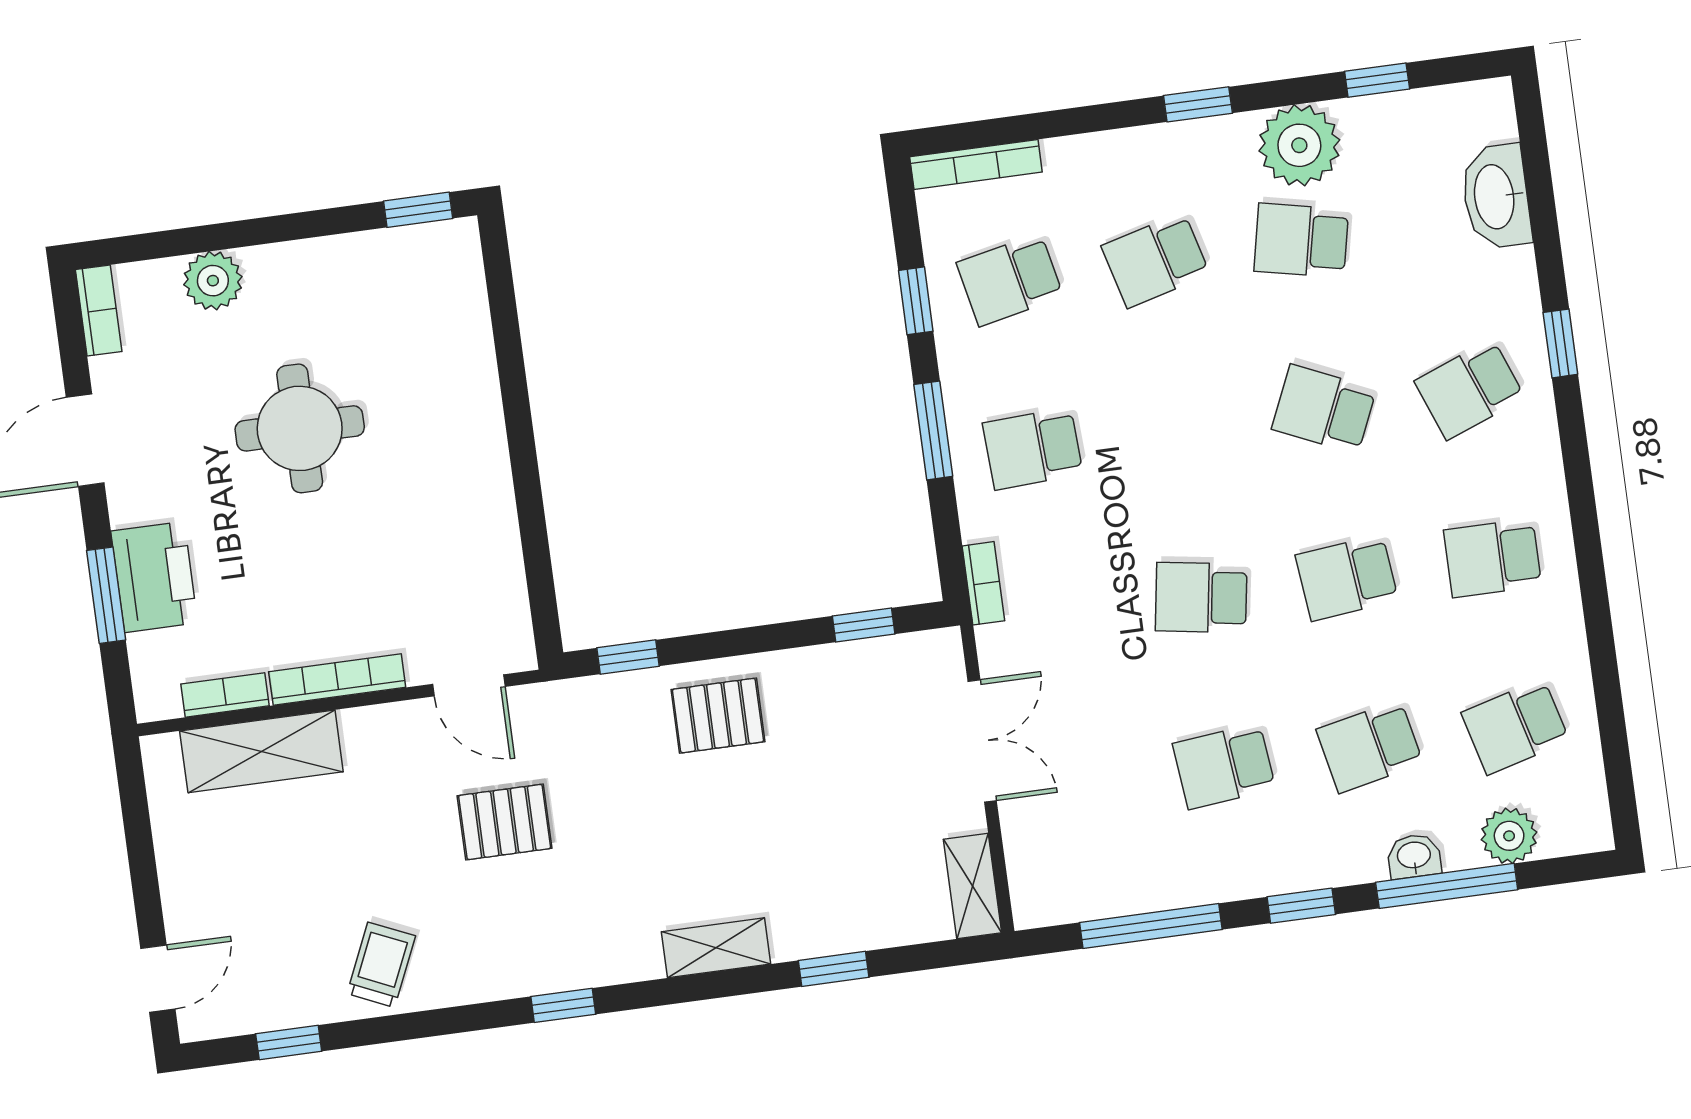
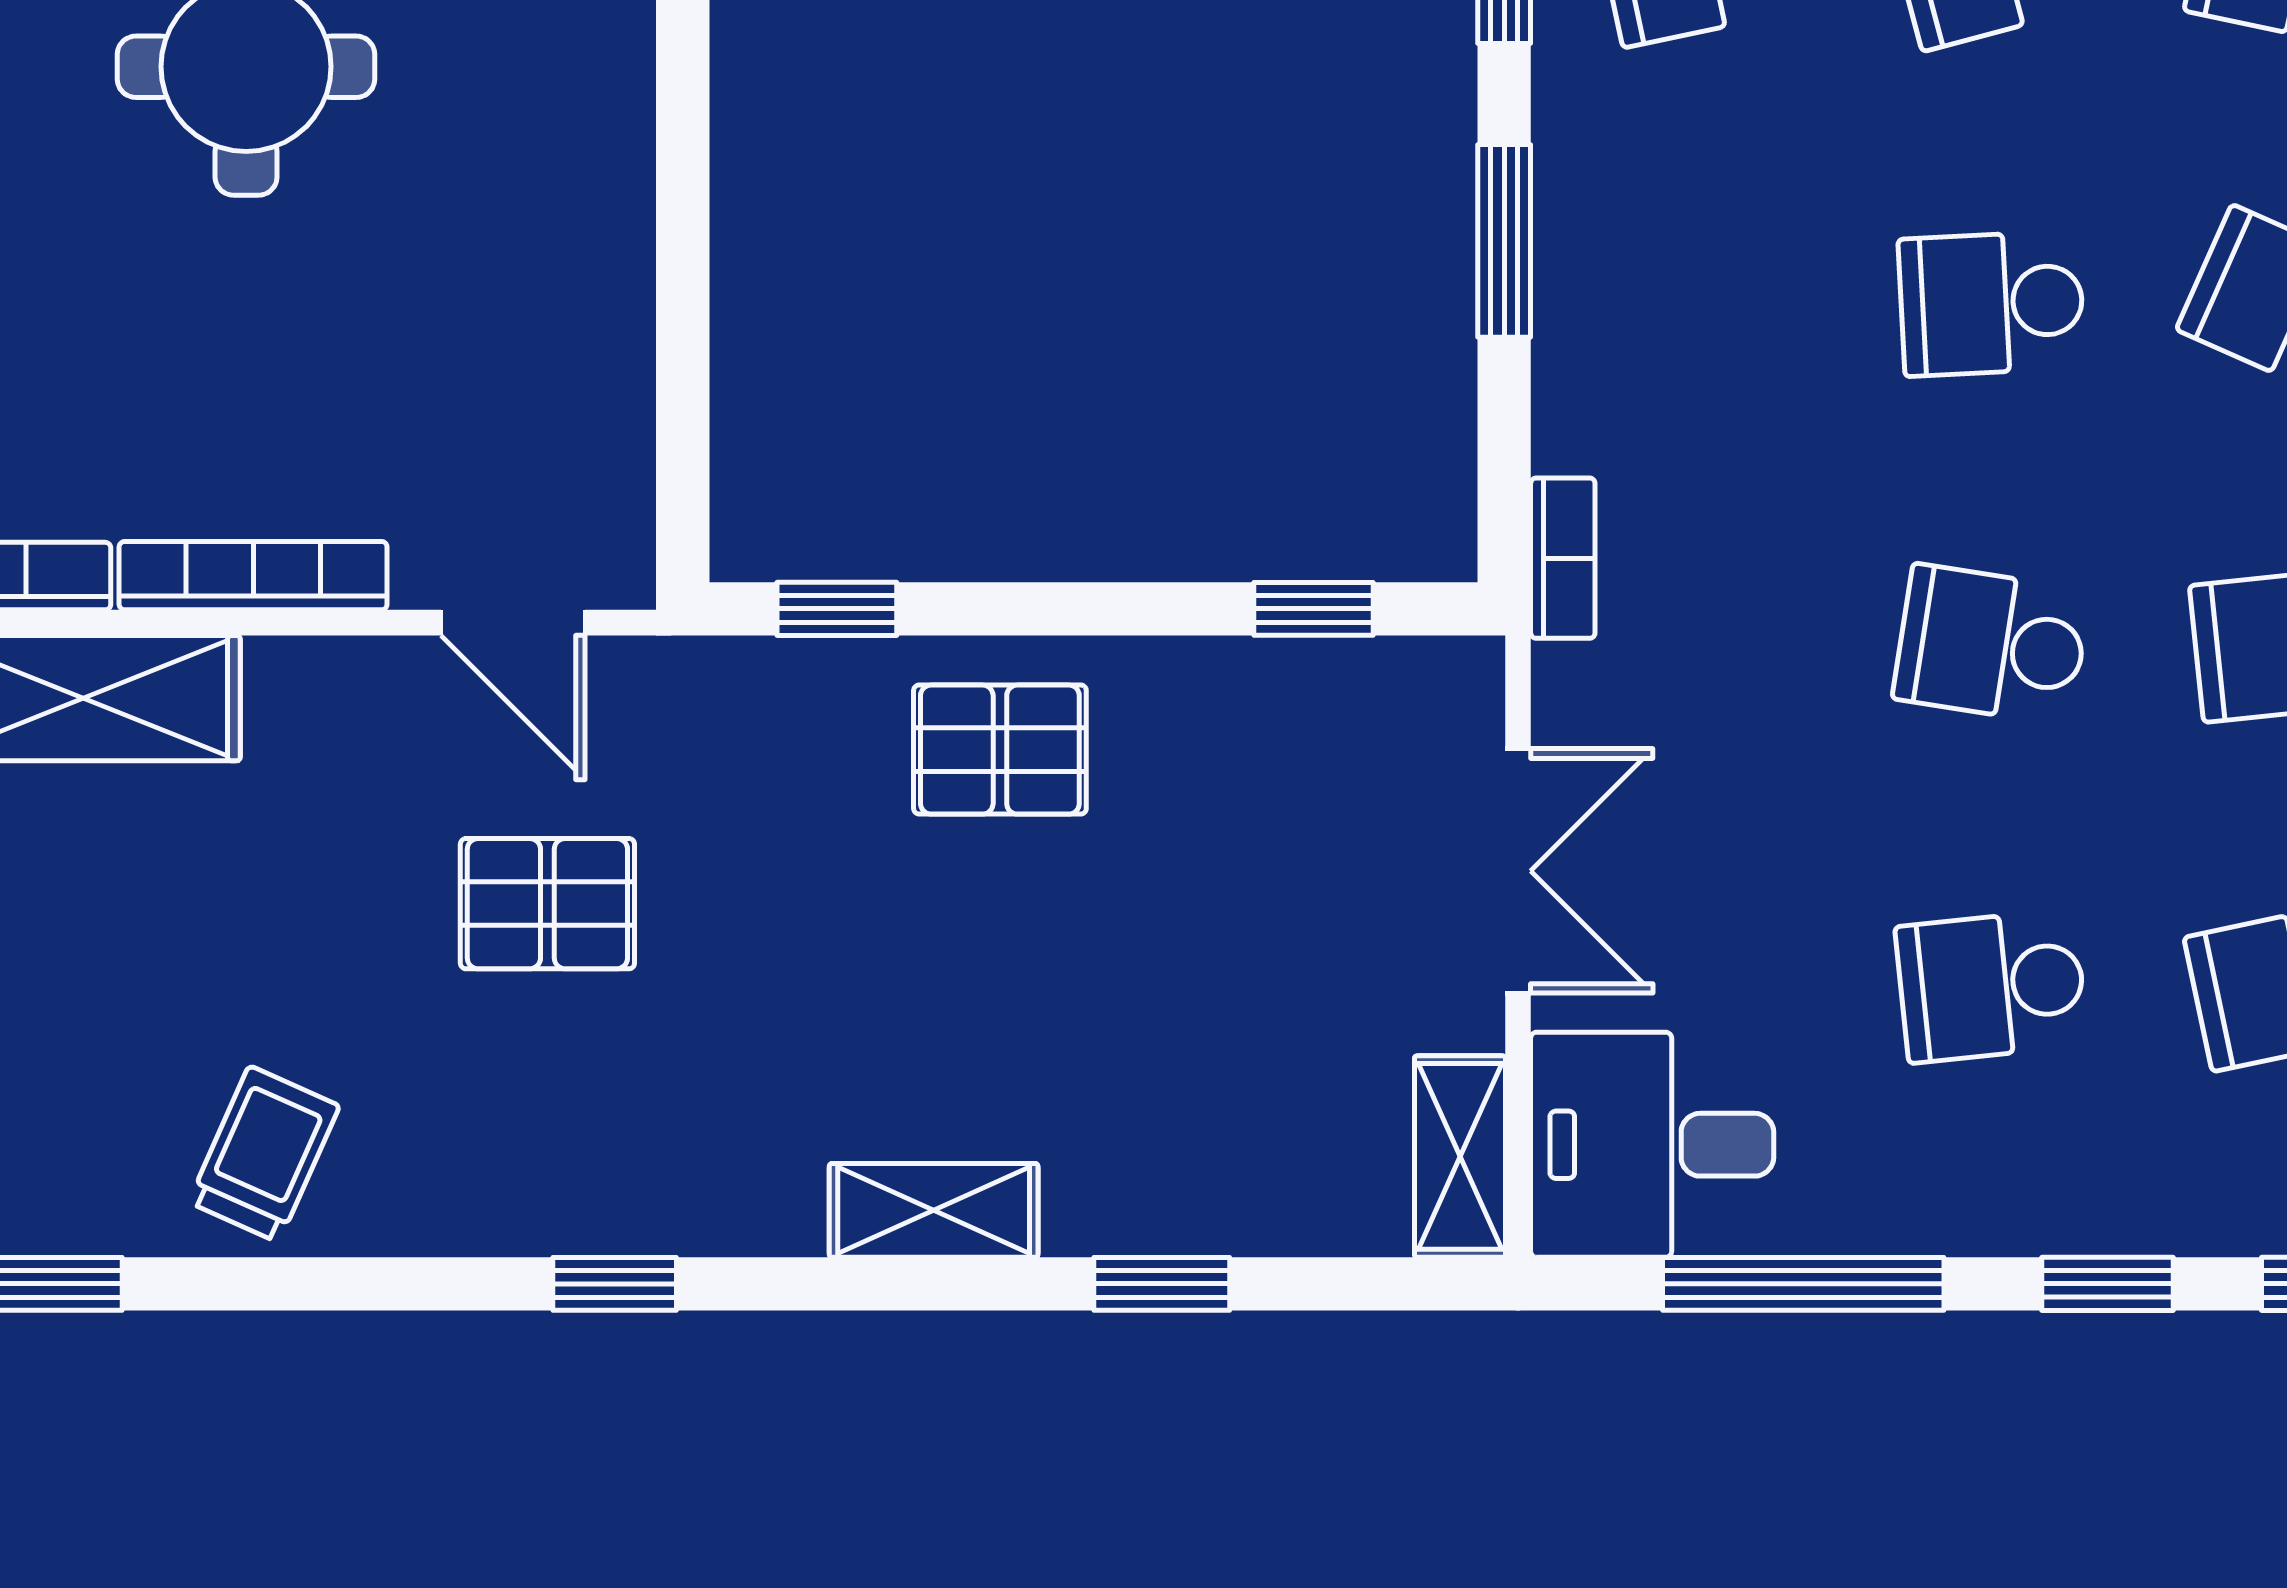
school desk: (1033, 448) -> (1992, 303), moved
desk: (1067, 867) -> (1652, 1145), added

